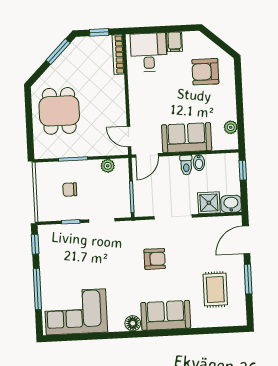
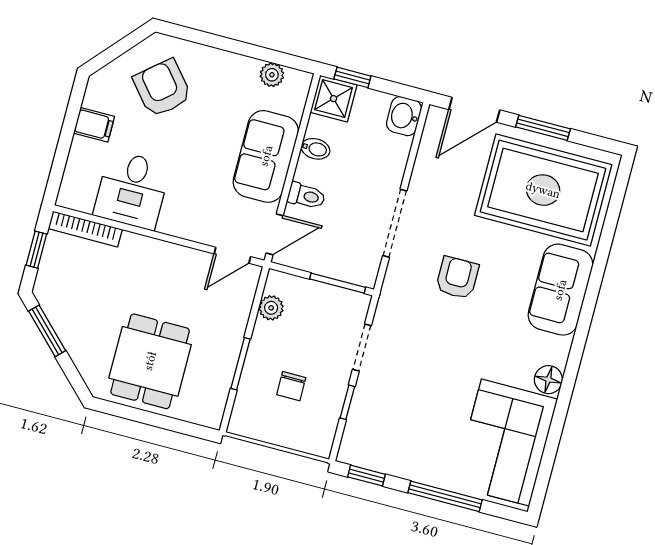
desk: (149, 52) -> (132, 190), moved, turned -90
armchair: (205, 72) -> (162, 88), turned 140
dining table: (59, 111) -> (150, 361), turned 90
door: (147, 155) -> (275, 234), hinge flipped
toilet: (186, 165) -> (306, 196), moved
shower: (209, 203) -> (334, 99), moved
door: (246, 240) -> (474, 110), hinge flipped
rug: (215, 290) -> (543, 190), width x1.86, depth x2.06
floor lamp: (133, 323) -> (548, 380), moved

